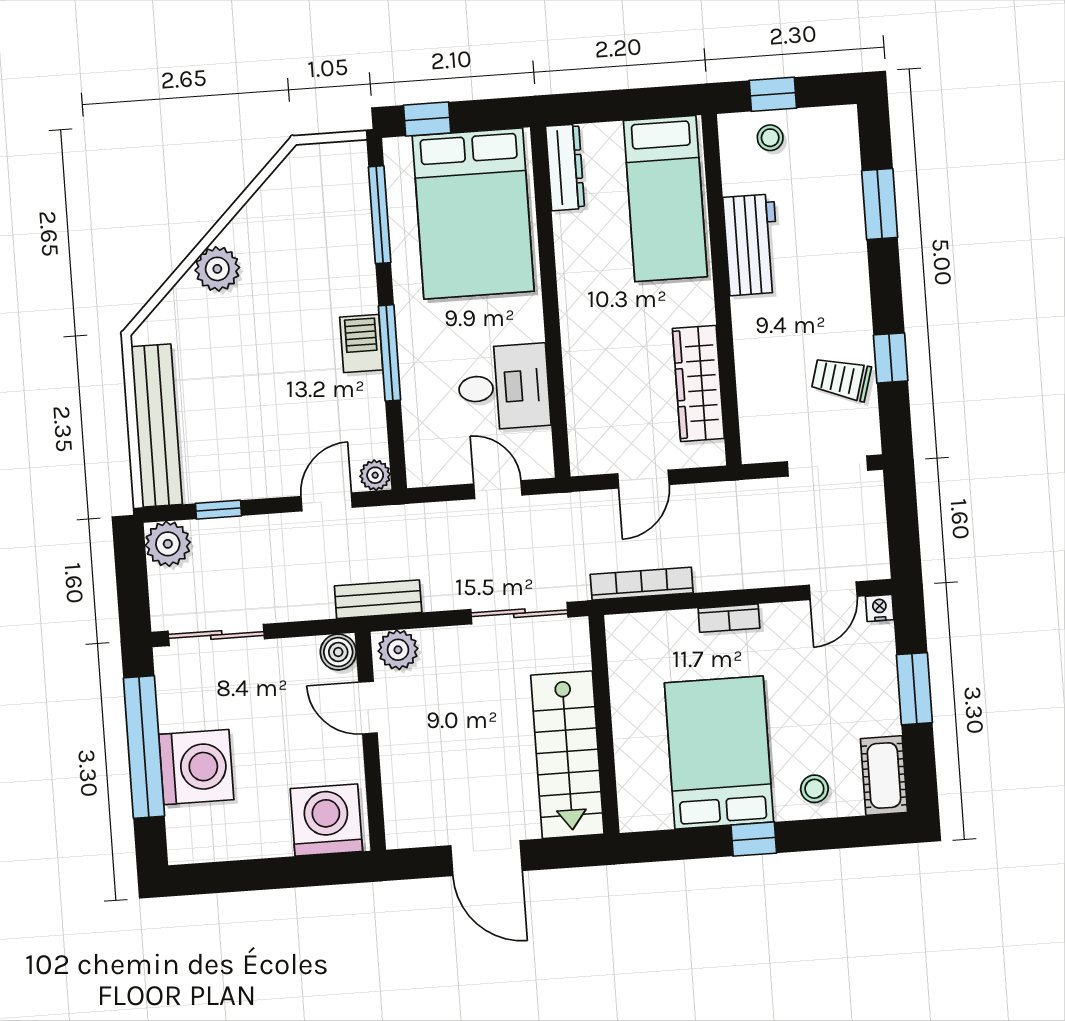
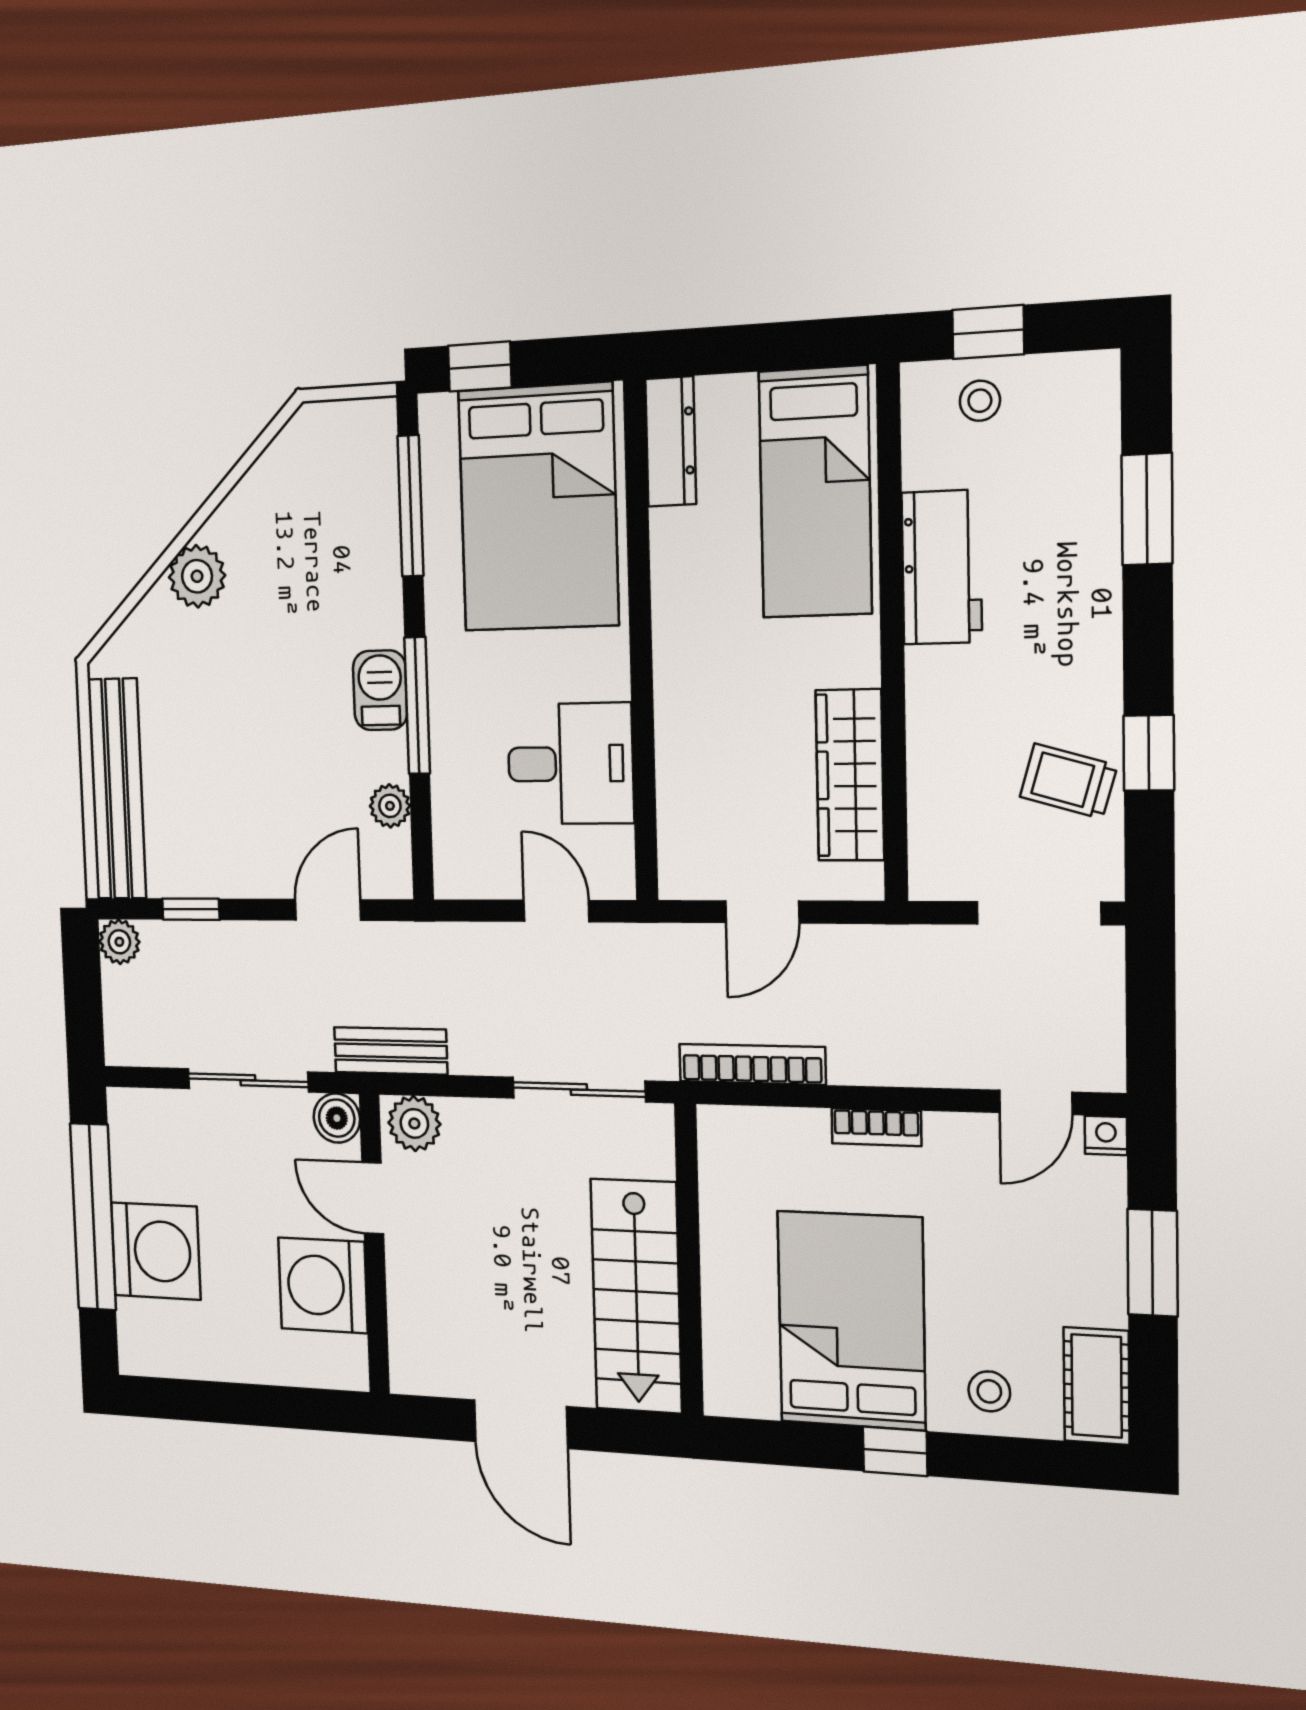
plant: (375, 475) -> (390, 806), moved
plant: (168, 544) -> (119, 942), width x0.73, depth x0.73
sliding door: (216, 635) -> (248, 1080), moved
washing machine: (326, 820) -> (323, 1285), moved, turned -90

